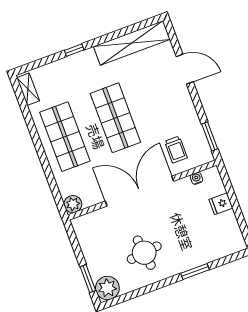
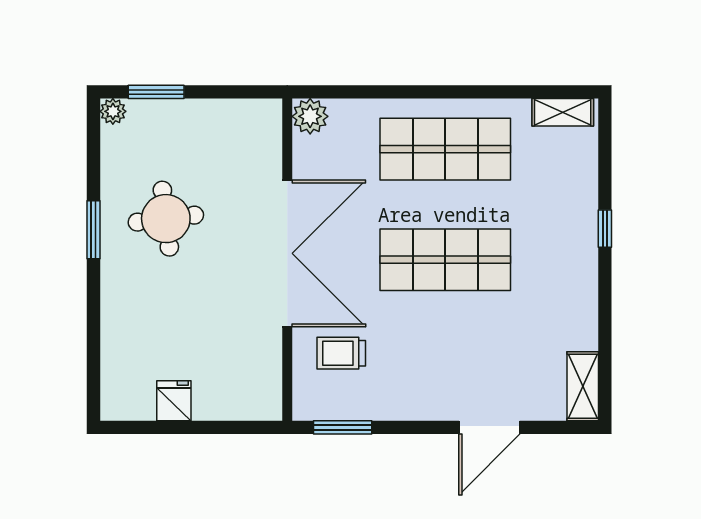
shelving: (132, 43) -> (583, 386), width x0.45, depth x0.75
water cooler: (196, 178) -> (271, 372), removed
fridge: (221, 204) -> (174, 401), moved
window: (195, 271) -> (94, 230), moved
plant: (107, 288) -> (113, 111), width x0.53, depth x0.53

